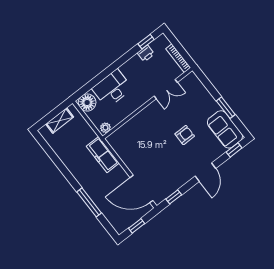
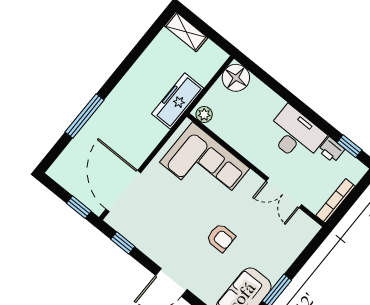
desk: (112, 89) -> (295, 135), moved
shelving: (60, 121) -> (186, 32), moved
corner sofa: (137, 135) -> (205, 165), added
freezer: (103, 155) -> (178, 101), moved
window: (137, 226) -> (79, 207), moved

